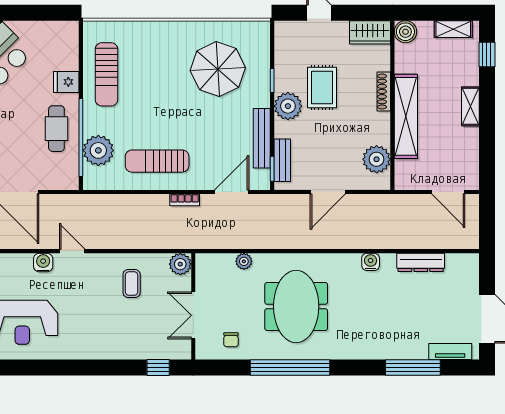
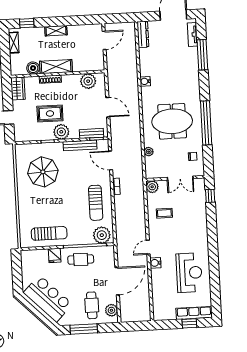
boiler: (405, 32) -> (33, 68), moved
shelving: (406, 116) -> (56, 67), width x0.68
plant: (98, 150) -> (102, 235), moved
dresser: (421, 262) -> (143, 34), moved

